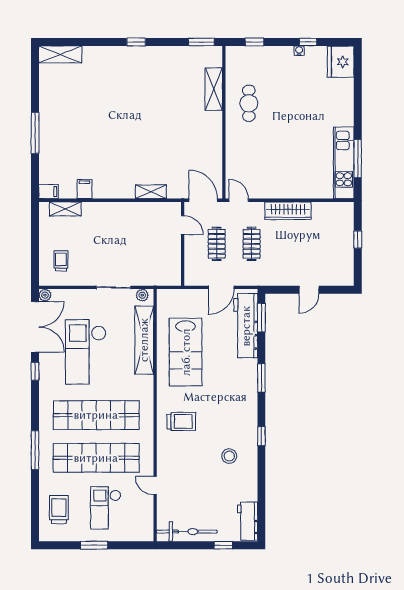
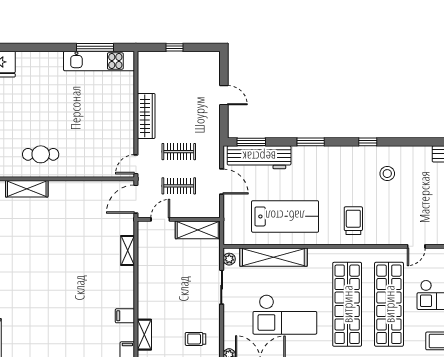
shelving: (172, 263) -> (198, 230), added

